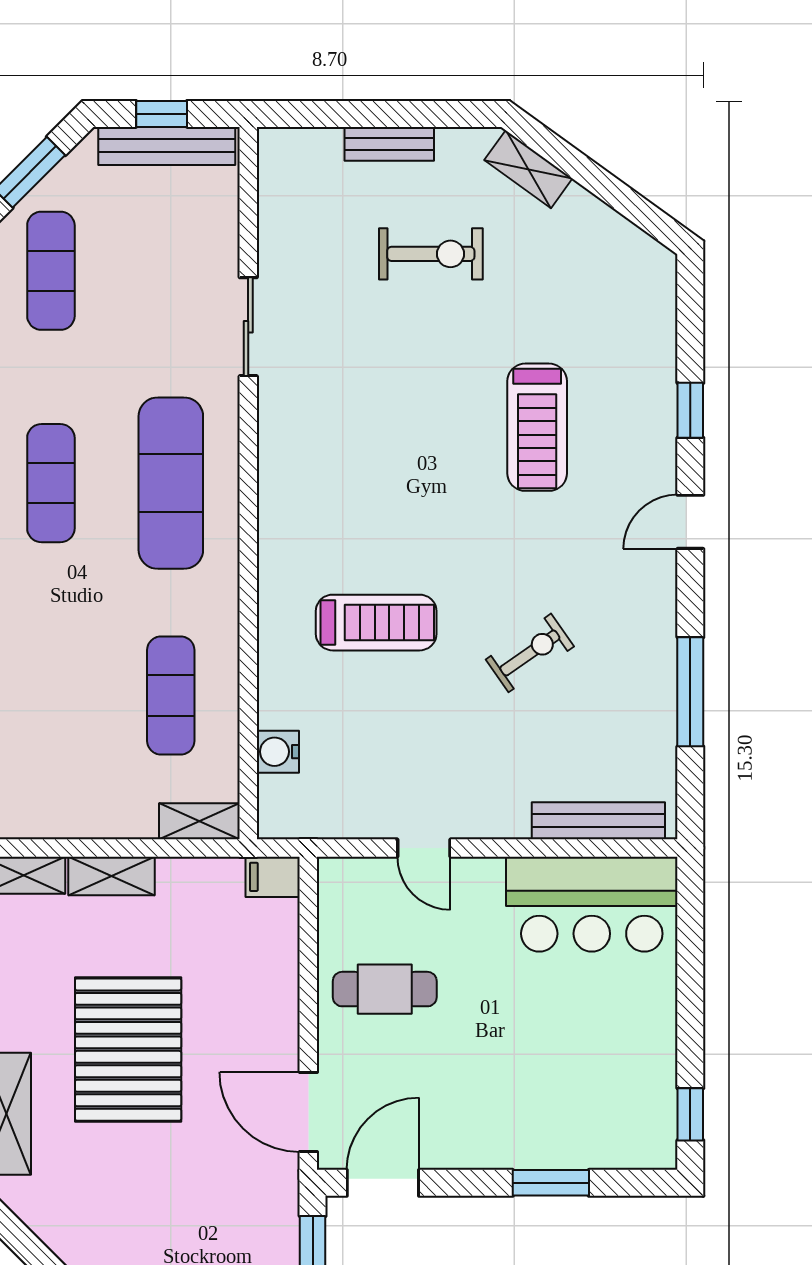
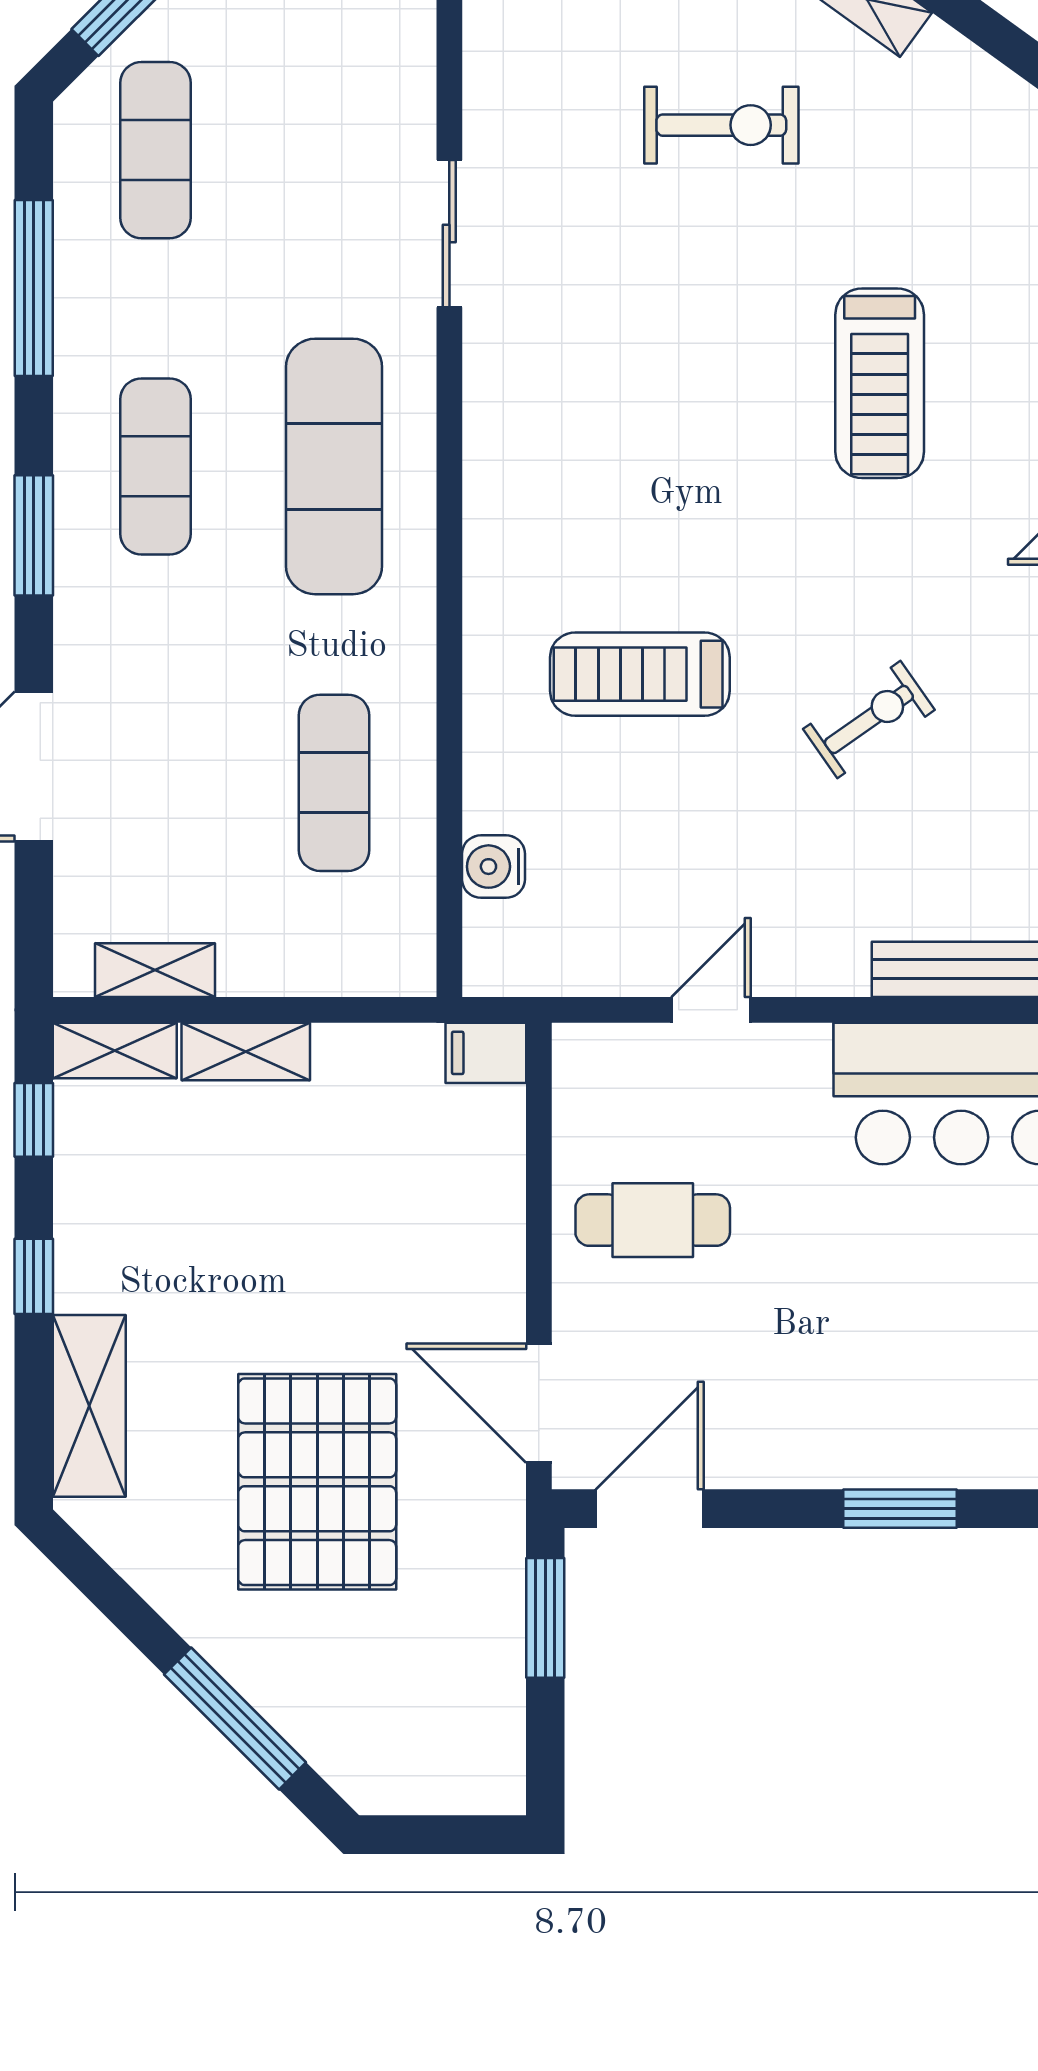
treadmill: (376, 623) -> (640, 674), turned 180
shelving: (199, 821) -> (155, 970), moved
door: (424, 848) -> (711, 1010), swing flipped
pallet: (128, 1050) -> (317, 1482), moved

